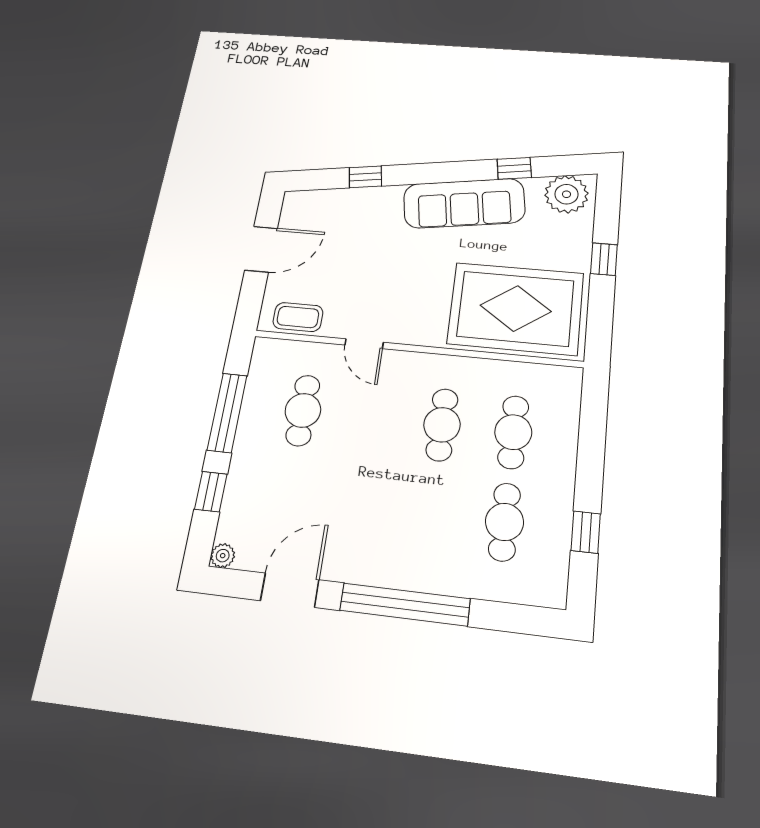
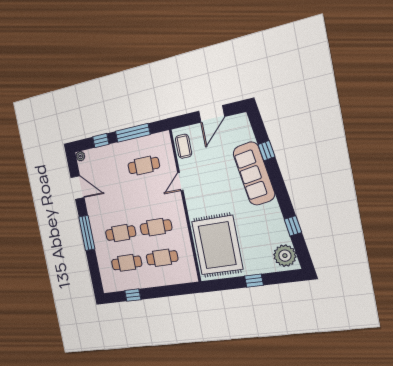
sofa: (464, 203) -> (254, 174), moved
door: (261, 249) -> (212, 114), hinge flipped
cafe table: (431, 514) -> (121, 233), added
window: (405, 604) -> (87, 233), width x0.68

